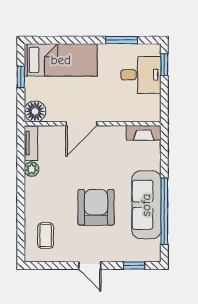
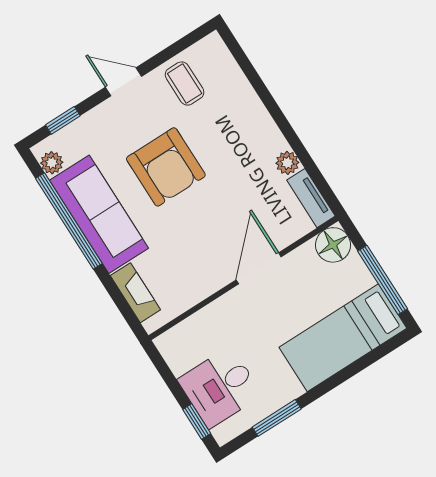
window: (21, 77) -> (383, 280), width x2.17
fireplace: (144, 133) -> (135, 293), moved, turned 90
coffee table: (46, 236) -> (185, 84), moved
plant: (154, 247) -> (52, 163), added

